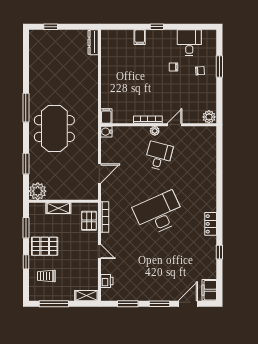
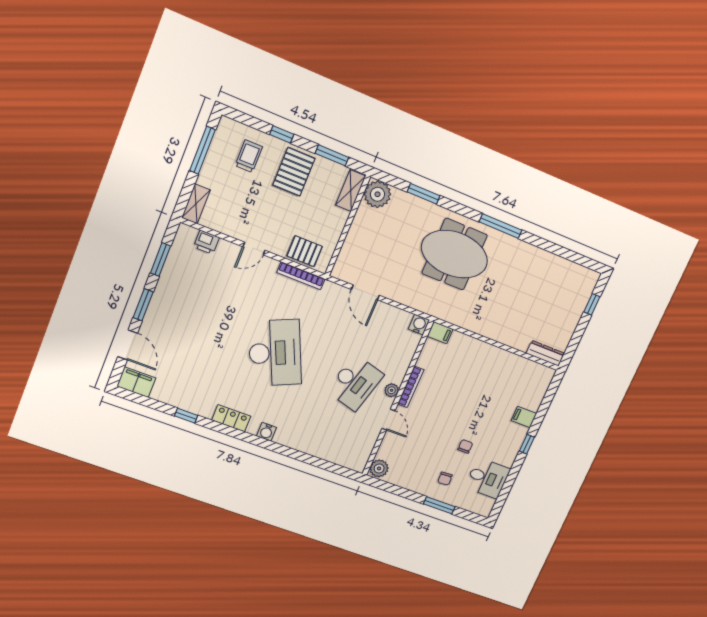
desk: (159, 156) -> (355, 383), width x1.37
water cooler: (211, 198) -> (267, 432), added
shelving: (58, 208) -> (351, 191), moved

